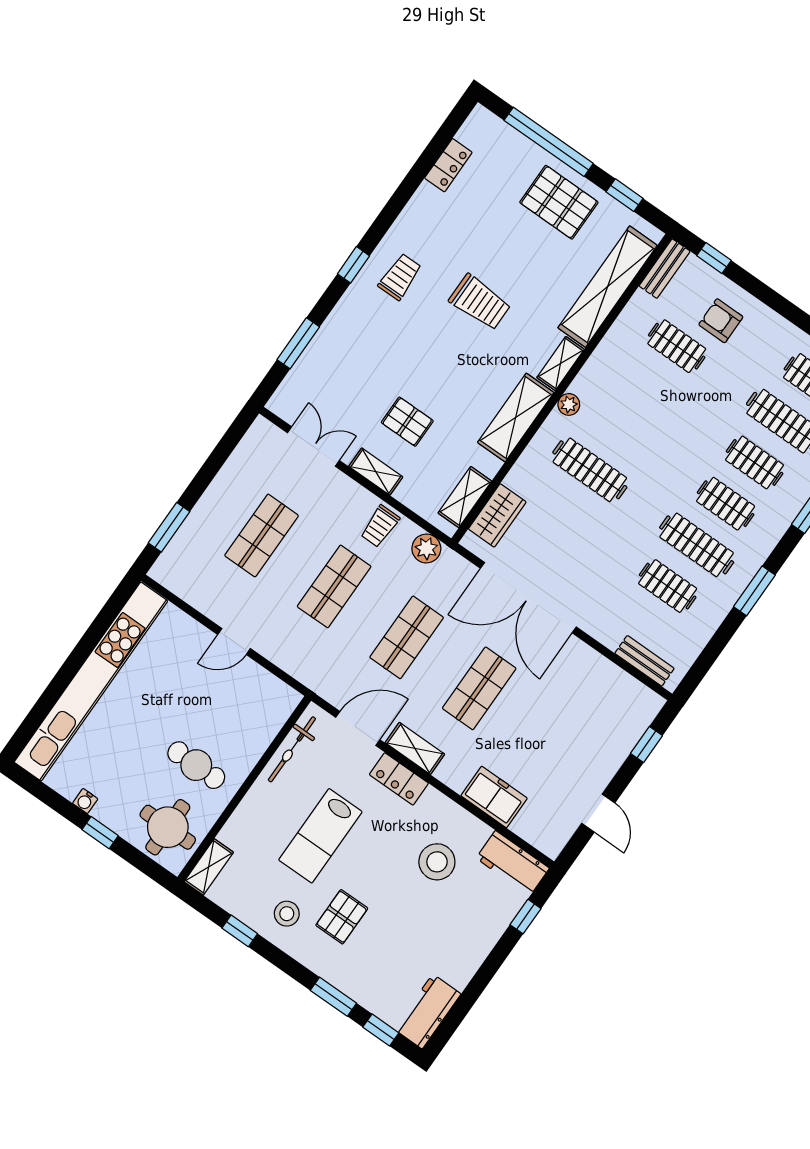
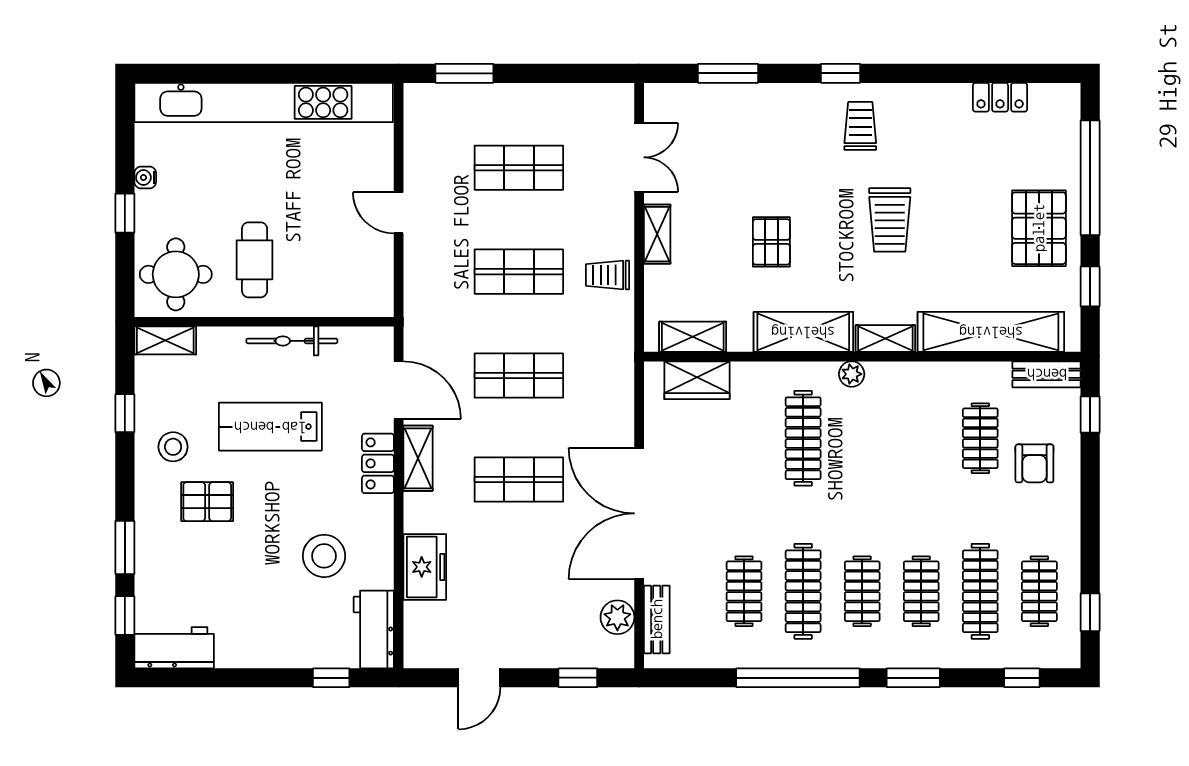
trolley: (400, 277) -> (860, 126), turned -90
armchair: (721, 321) -> (1034, 463), turned 180
pallet: (407, 422) -> (771, 242), moved
plant: (426, 548) -> (617, 617), moved
window: (754, 591) -> (798, 678), width x2.11
double door: (528, 598) -> (639, 513), moved
bicycle: (292, 749) -> (292, 341), moved

